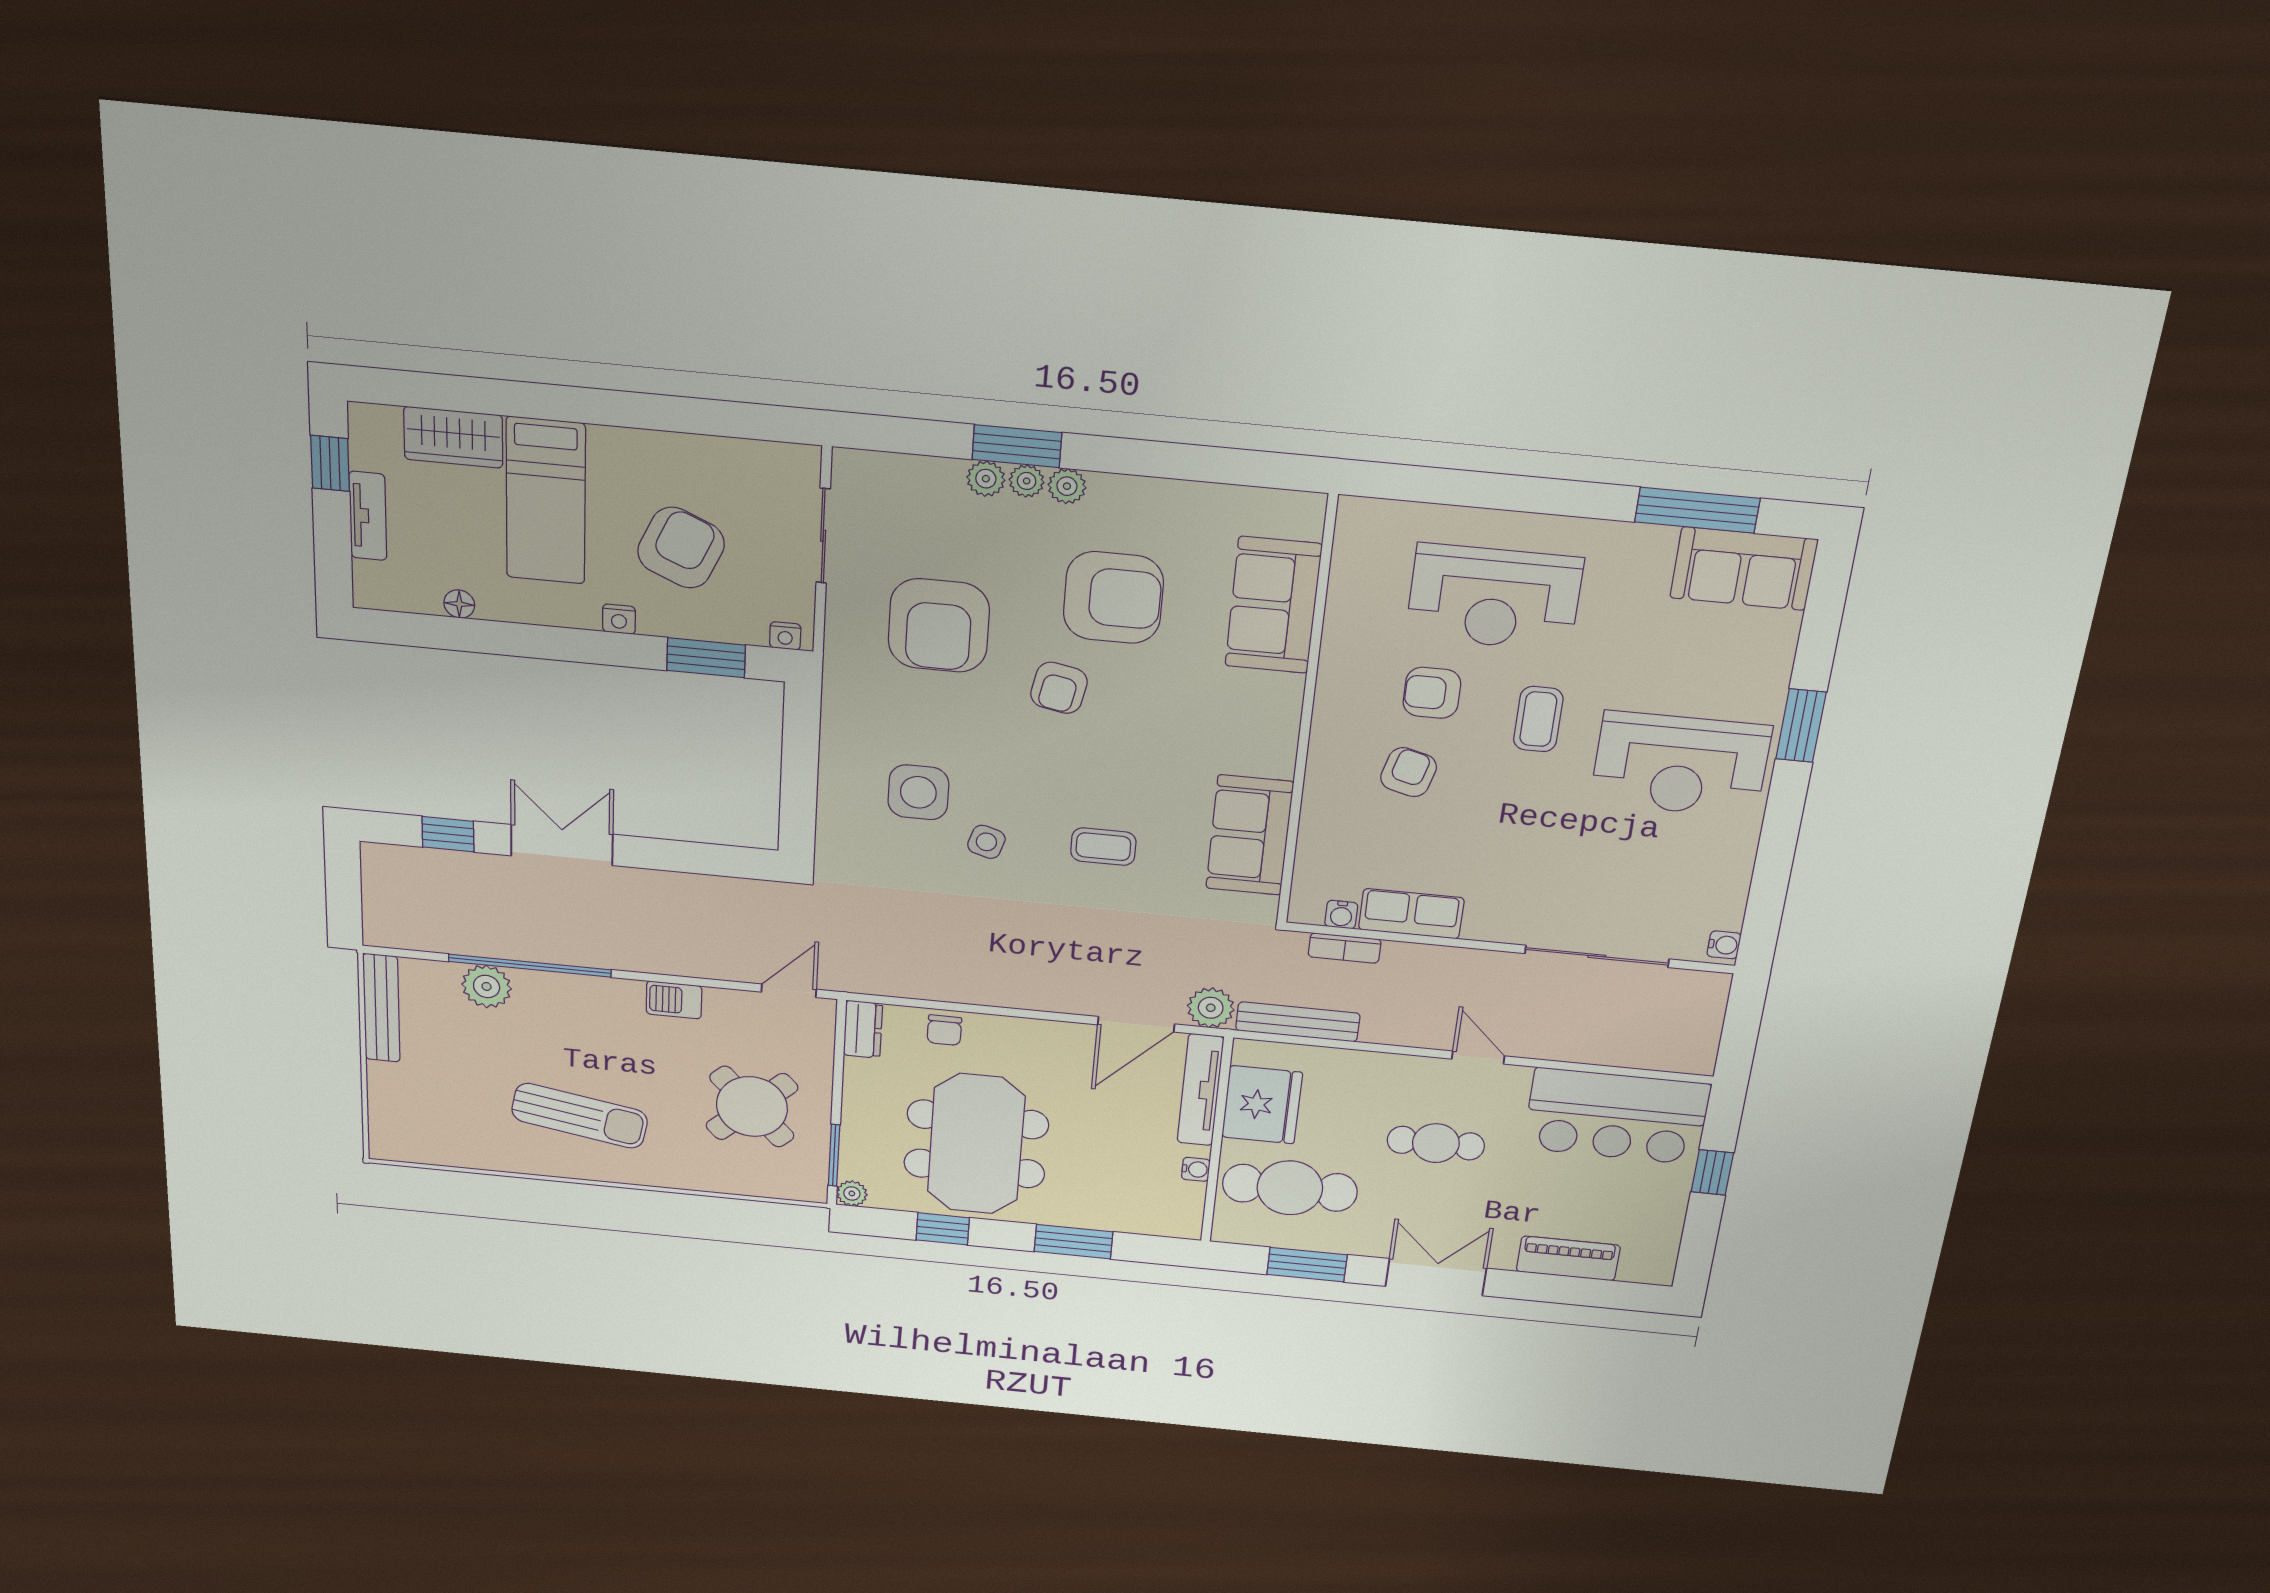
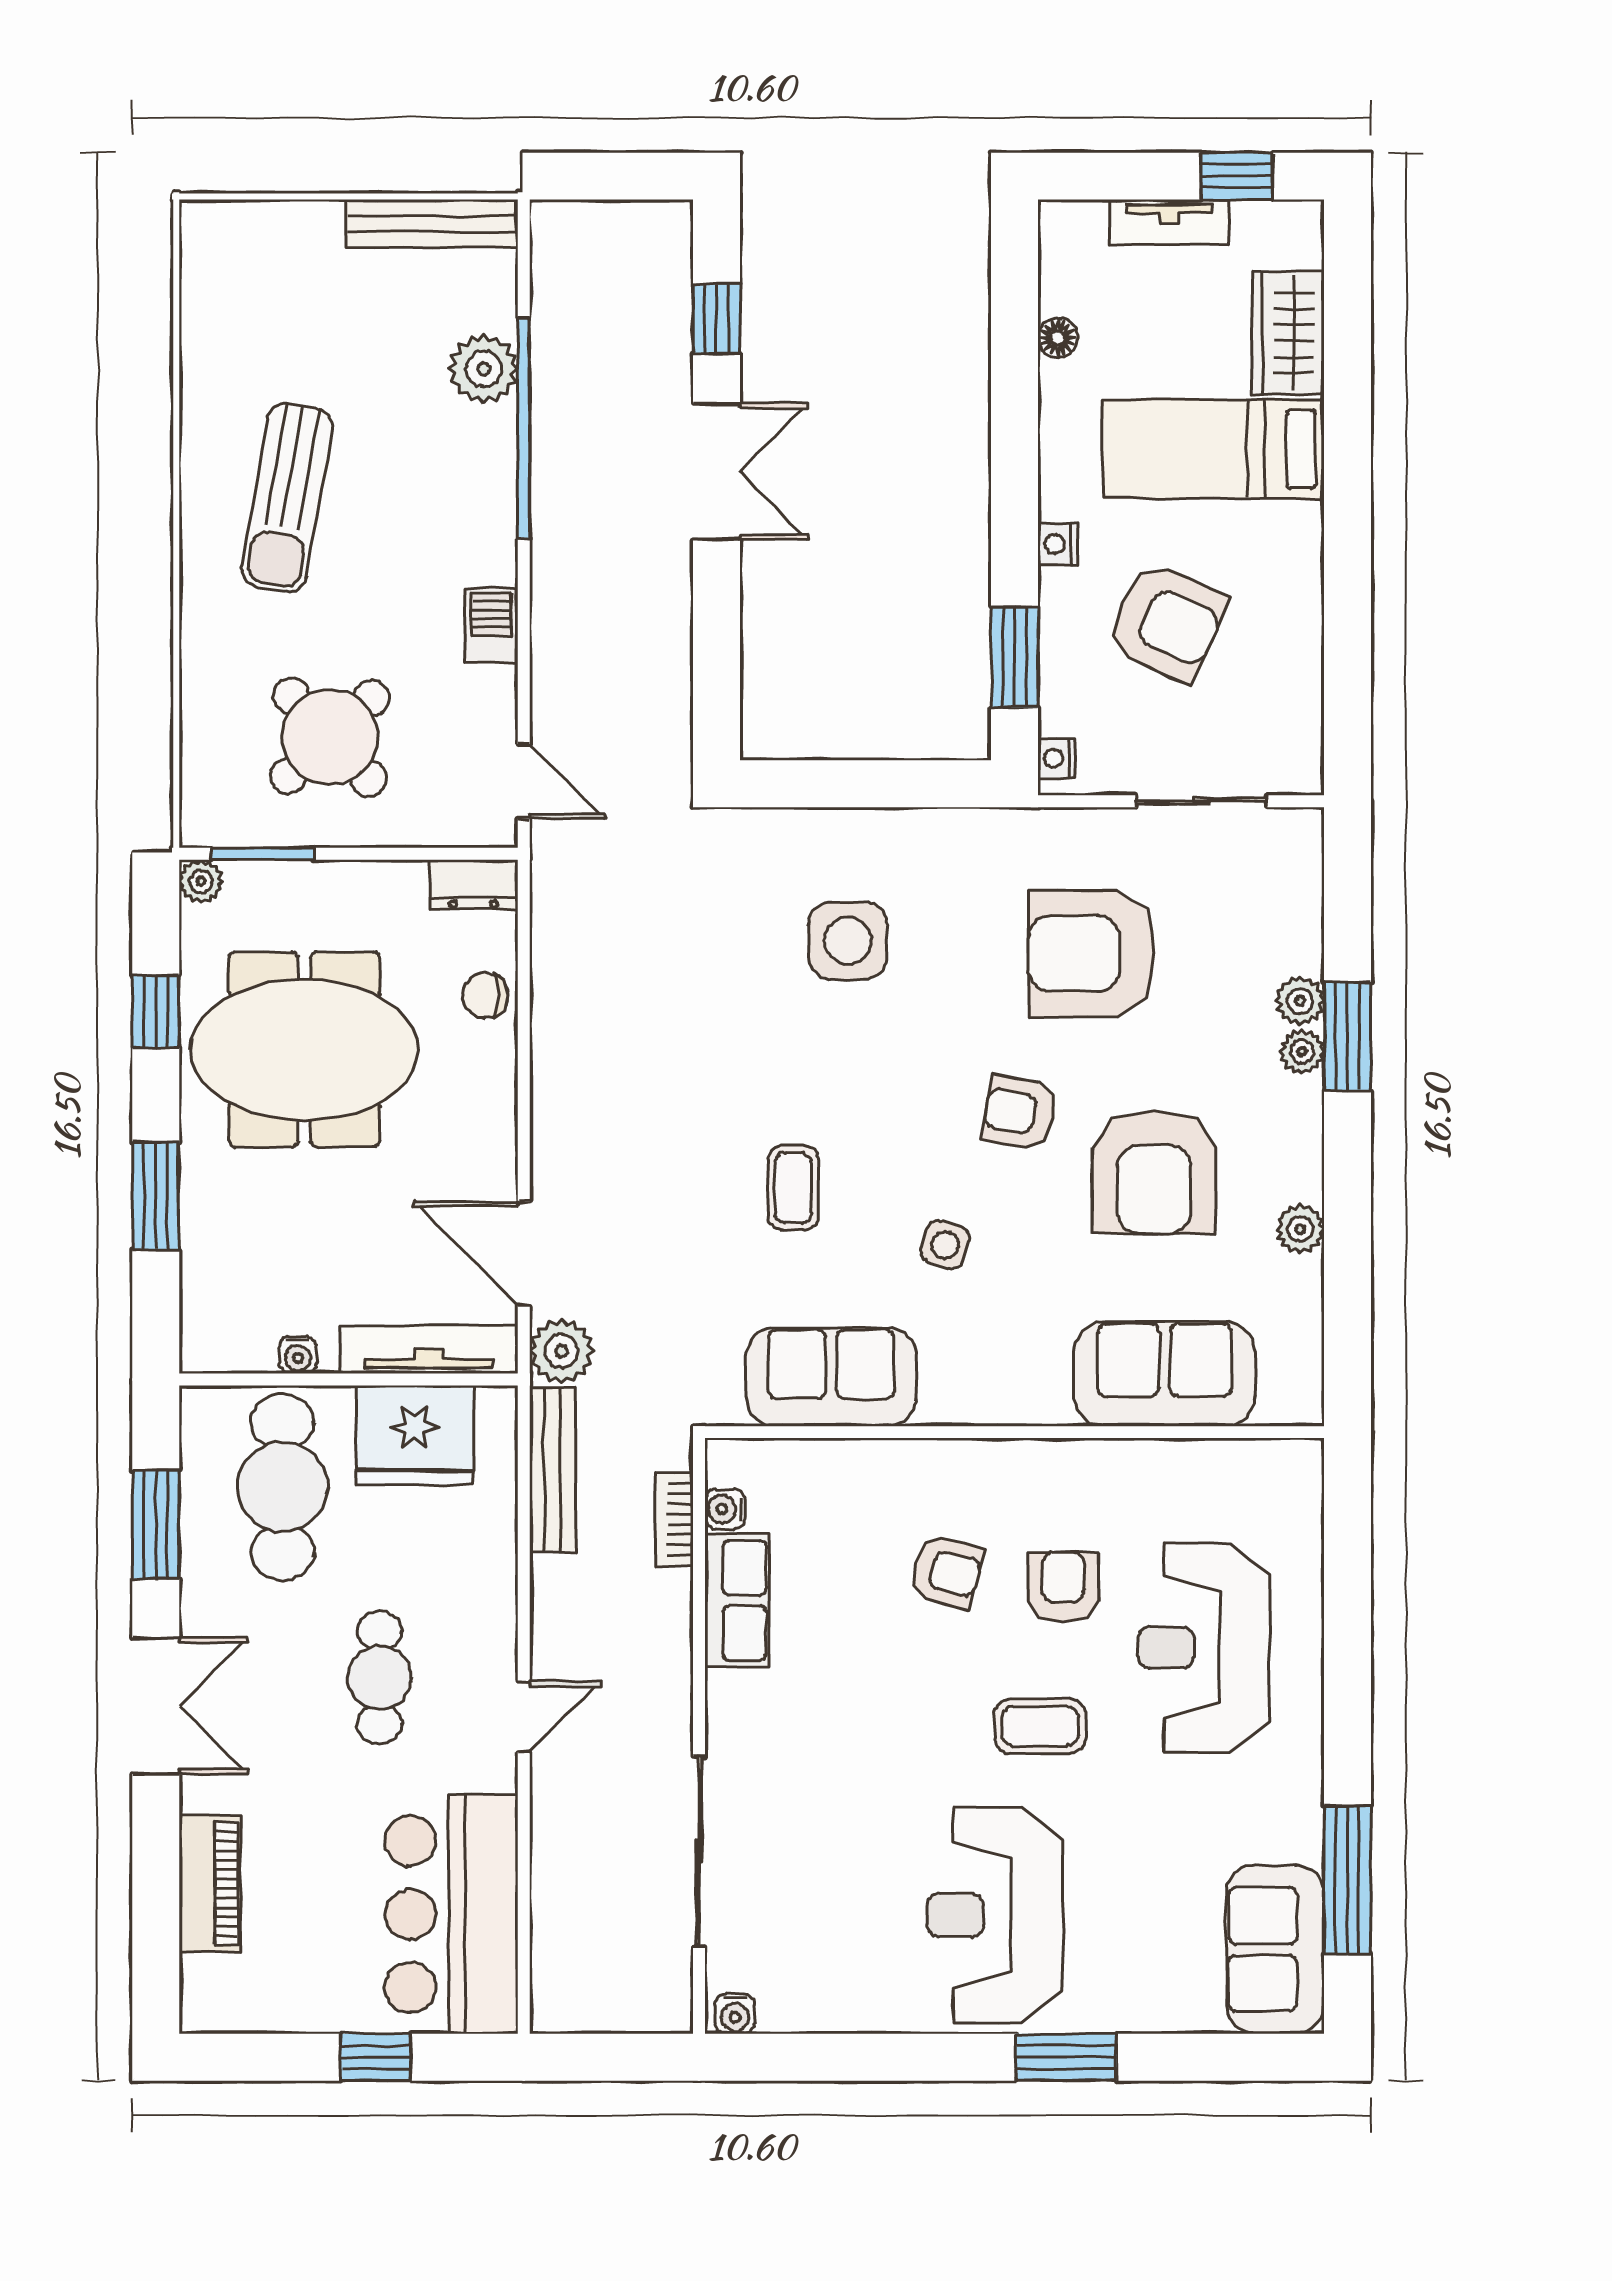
plant: (1067, 486) -> (1300, 1229), moved
side table: (986, 842) -> (945, 1245), moved

